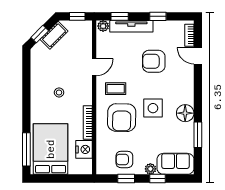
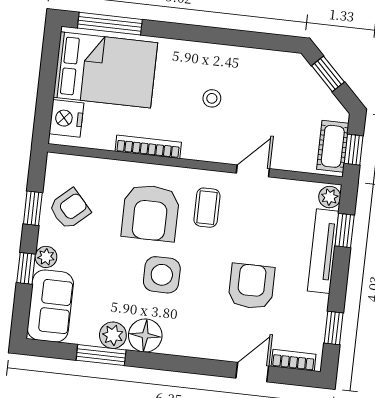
window: (158, 16) -> (334, 328), moved
cot: (54, 35) -> (333, 146), moved, turned 45
door: (94, 67) -> (253, 171), swing flipped
armchair: (122, 118) -> (150, 213), turned -91
plant: (187, 130) -> (113, 335), added
nightstand: (84, 149) -> (66, 118), moved, turned 90
armchair: (124, 159) -> (70, 209), turned 48

